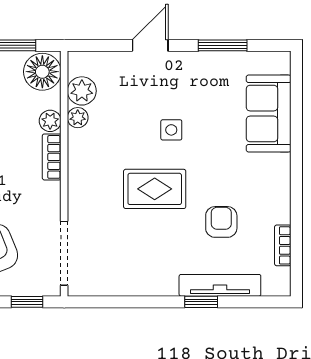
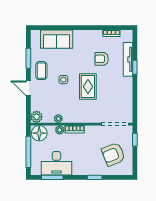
coffee table: (193, 77) -> (41, 71), added
plant: (82, 91) -> (37, 117), moved

